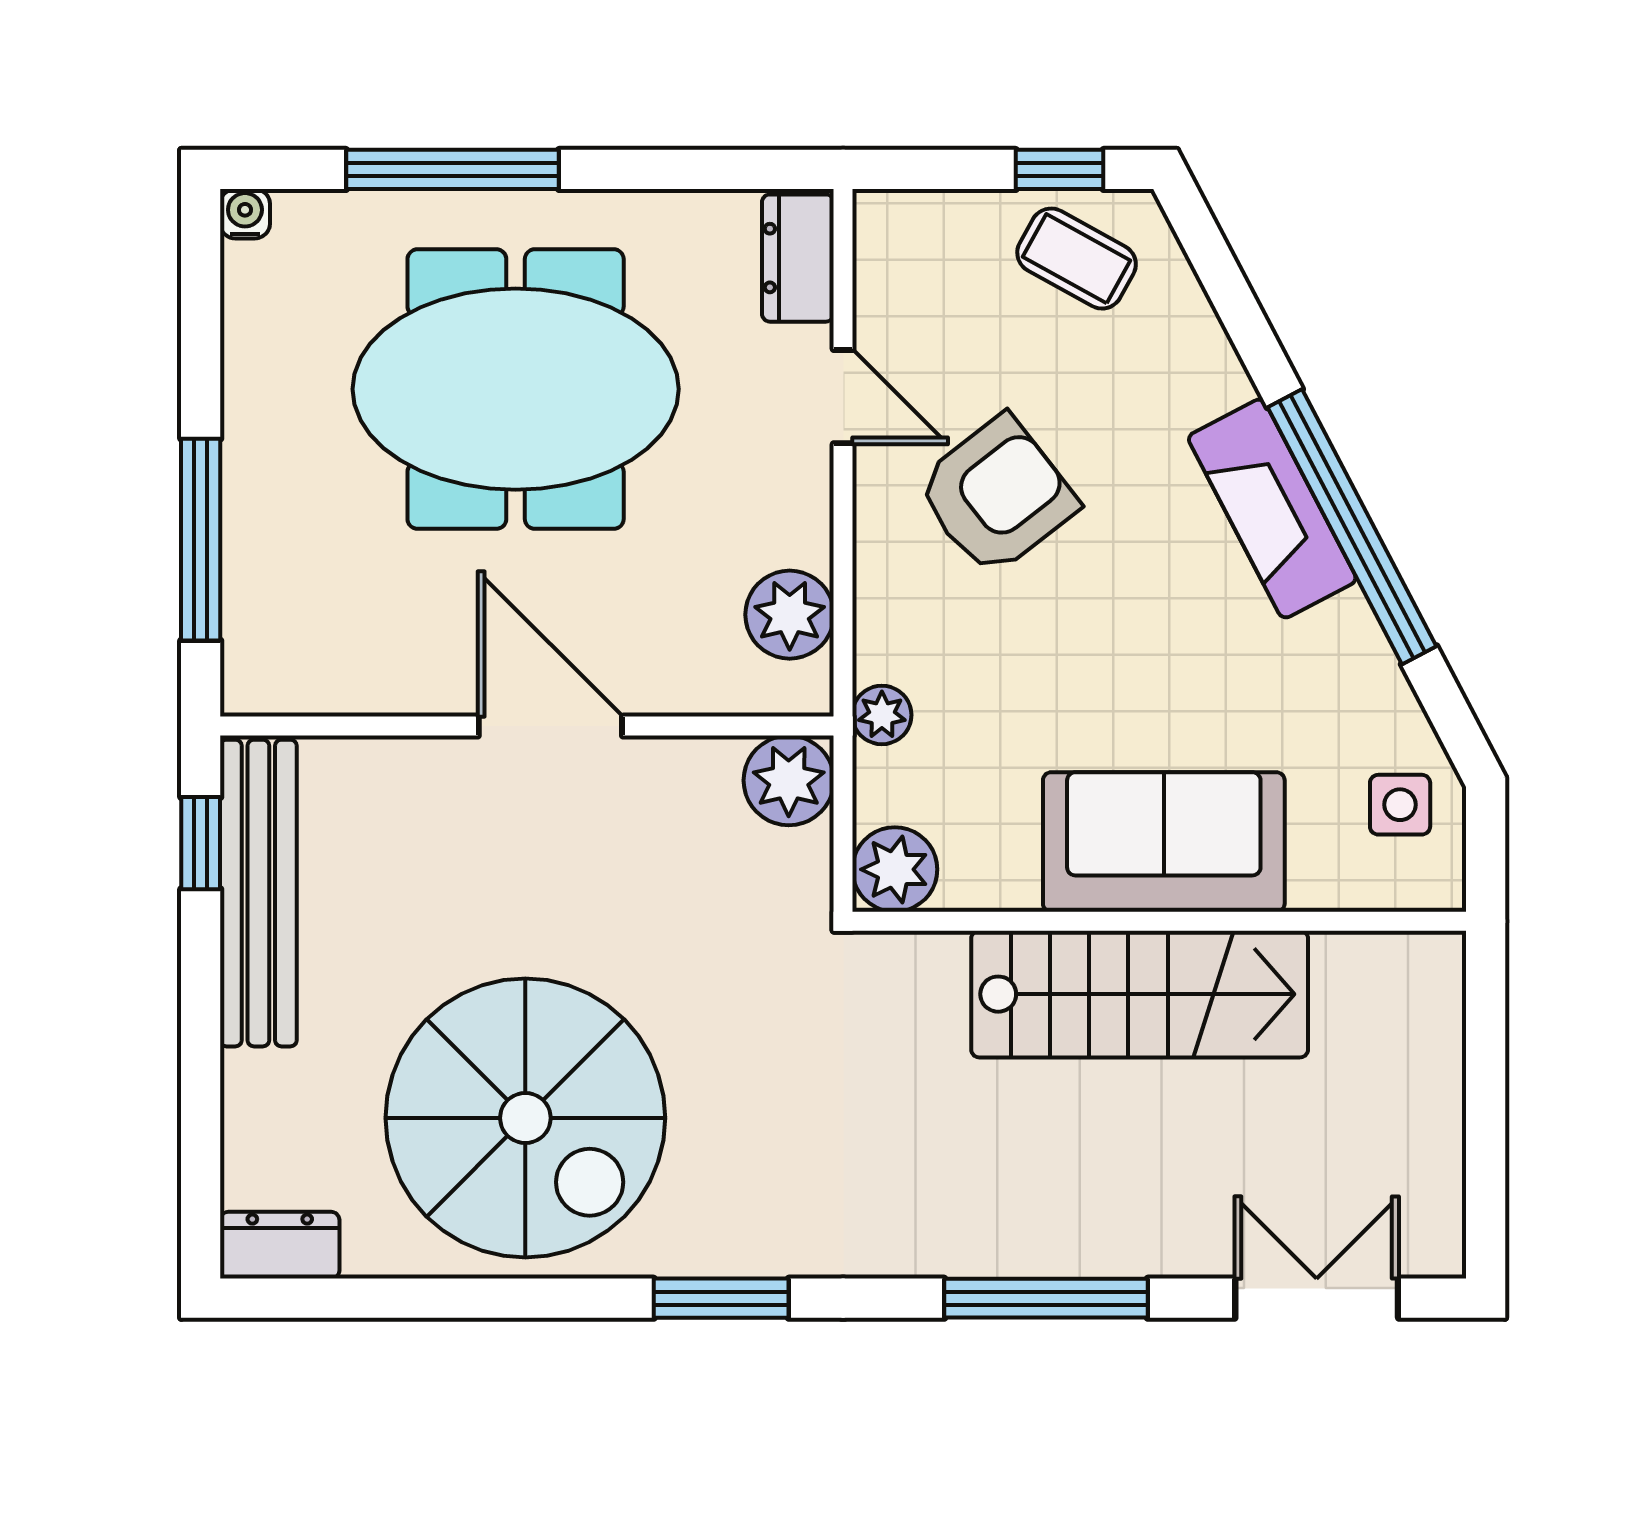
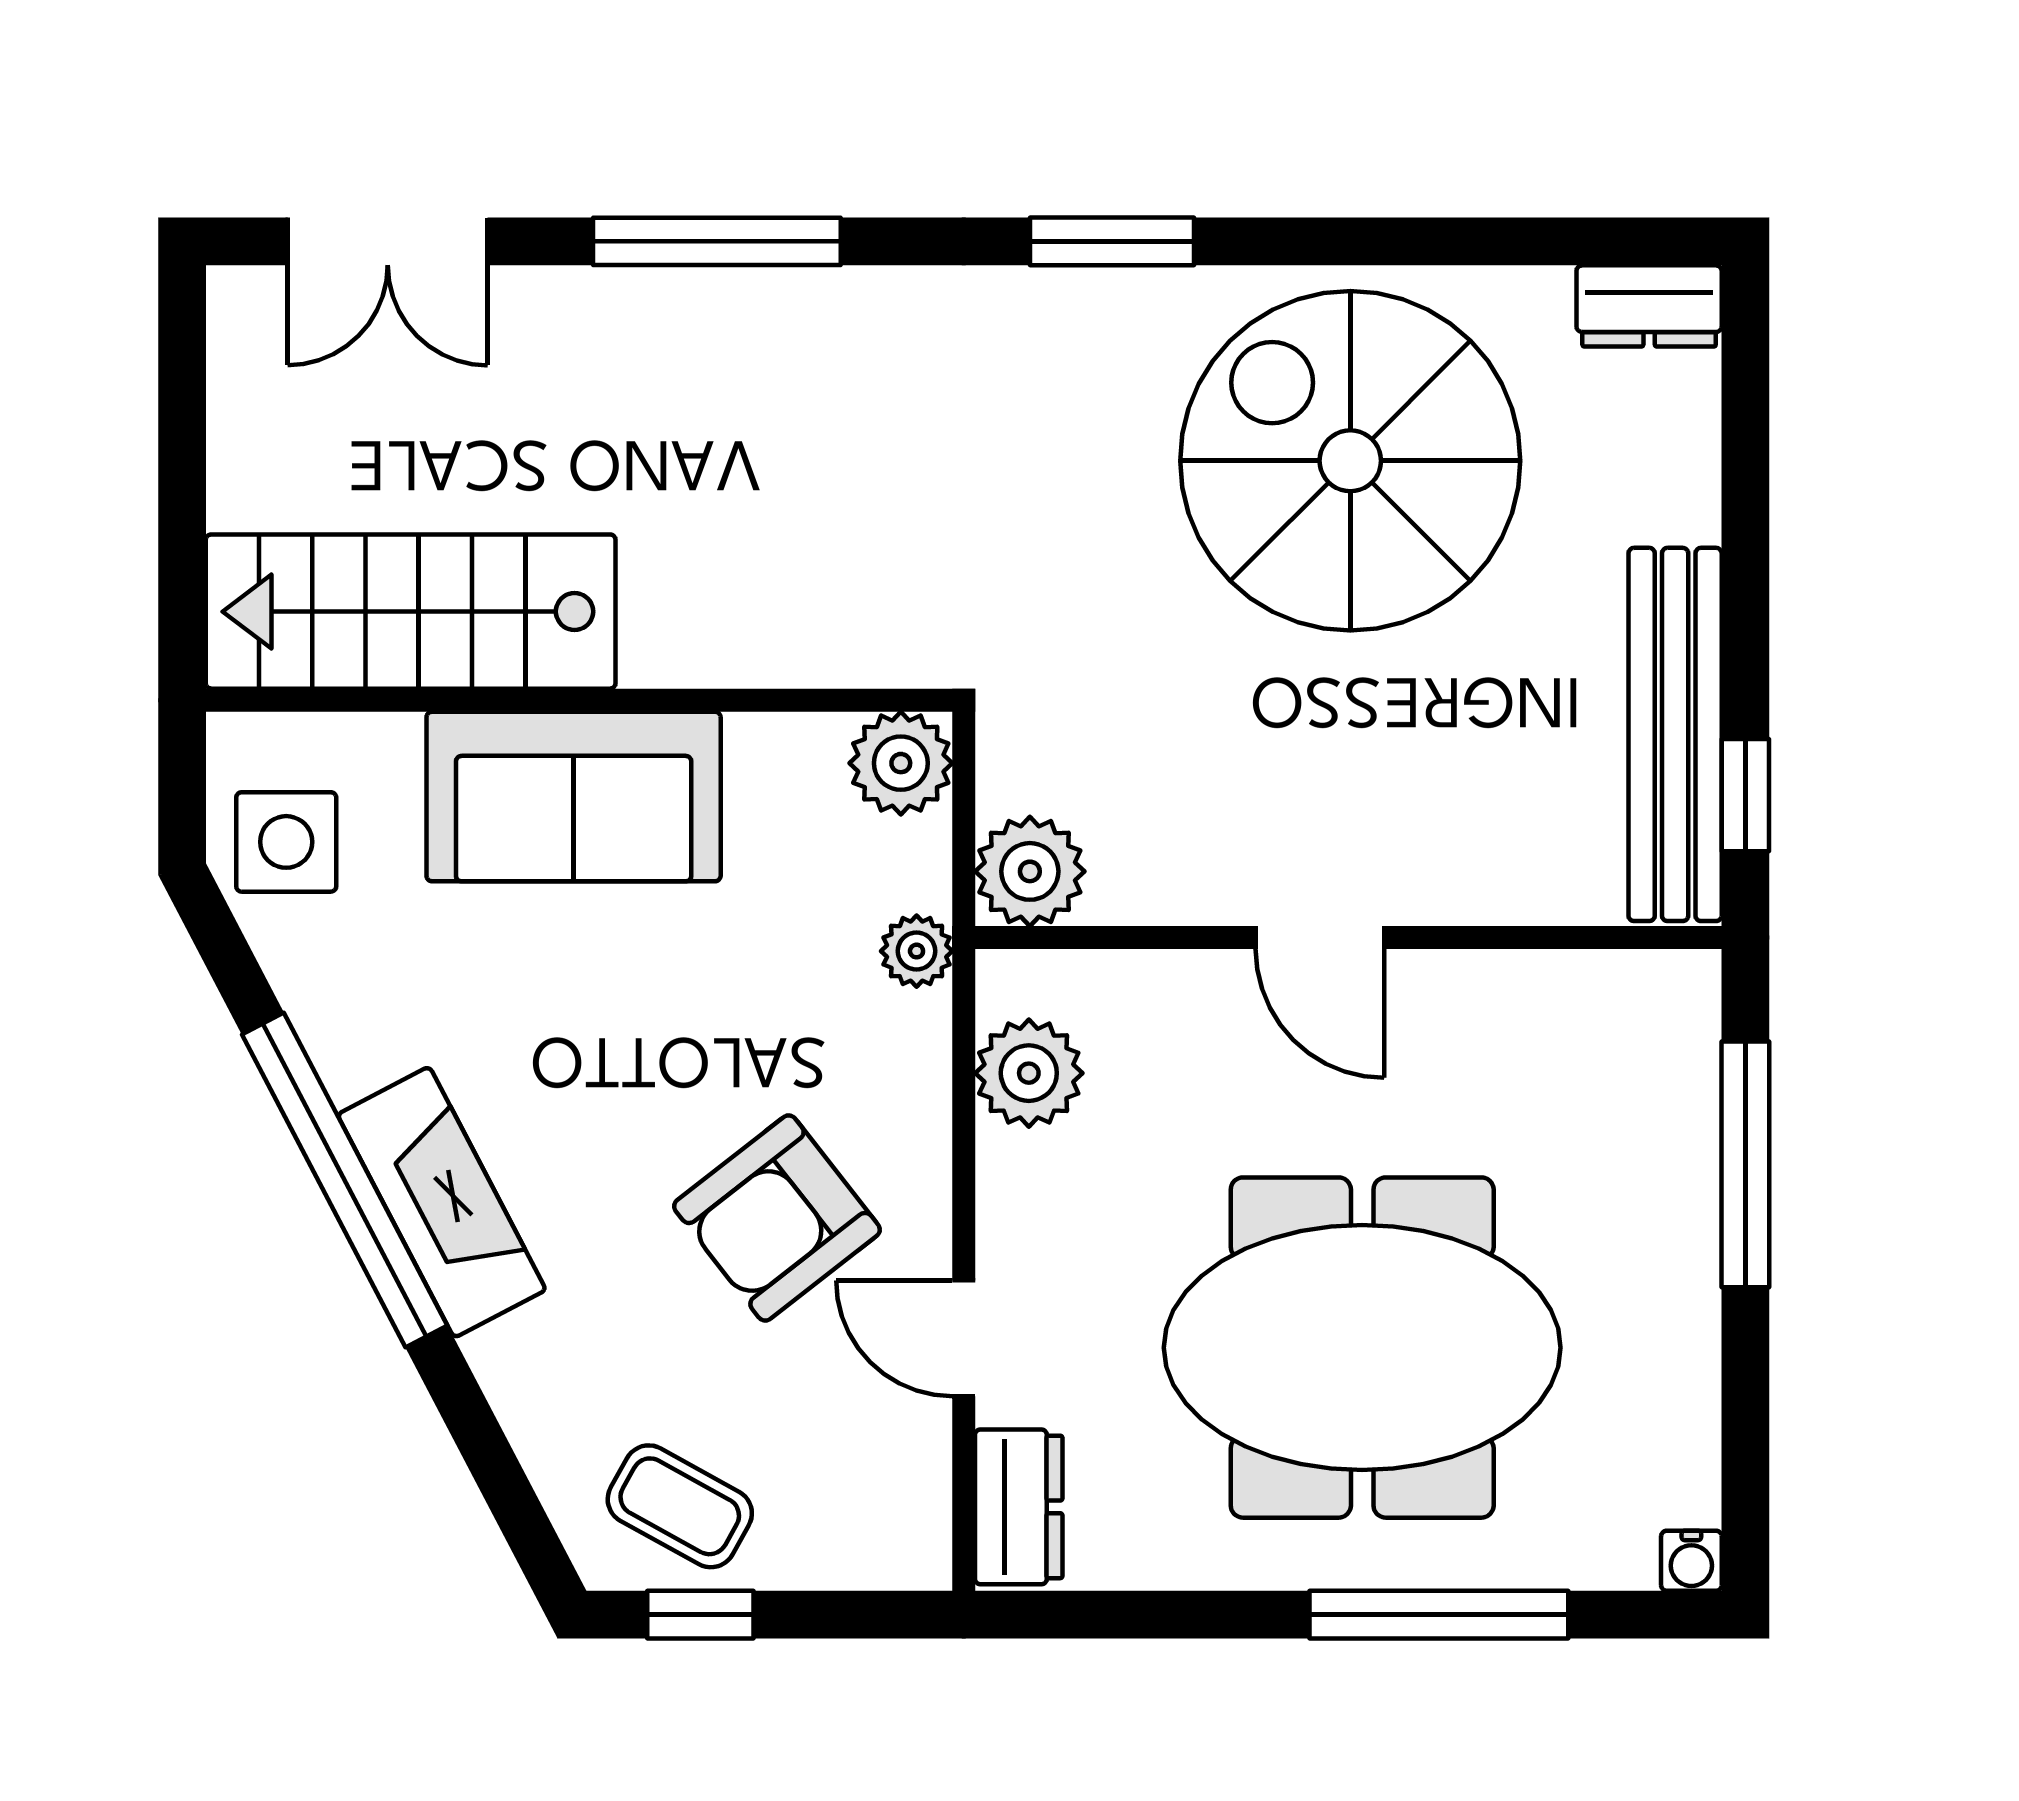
door: (550, 726) -> (1320, 938), width x0.73
side table: (1400, 805) -> (286, 842), width x1.37, depth x1.37
stairs: (1140, 994) -> (411, 612), moved

